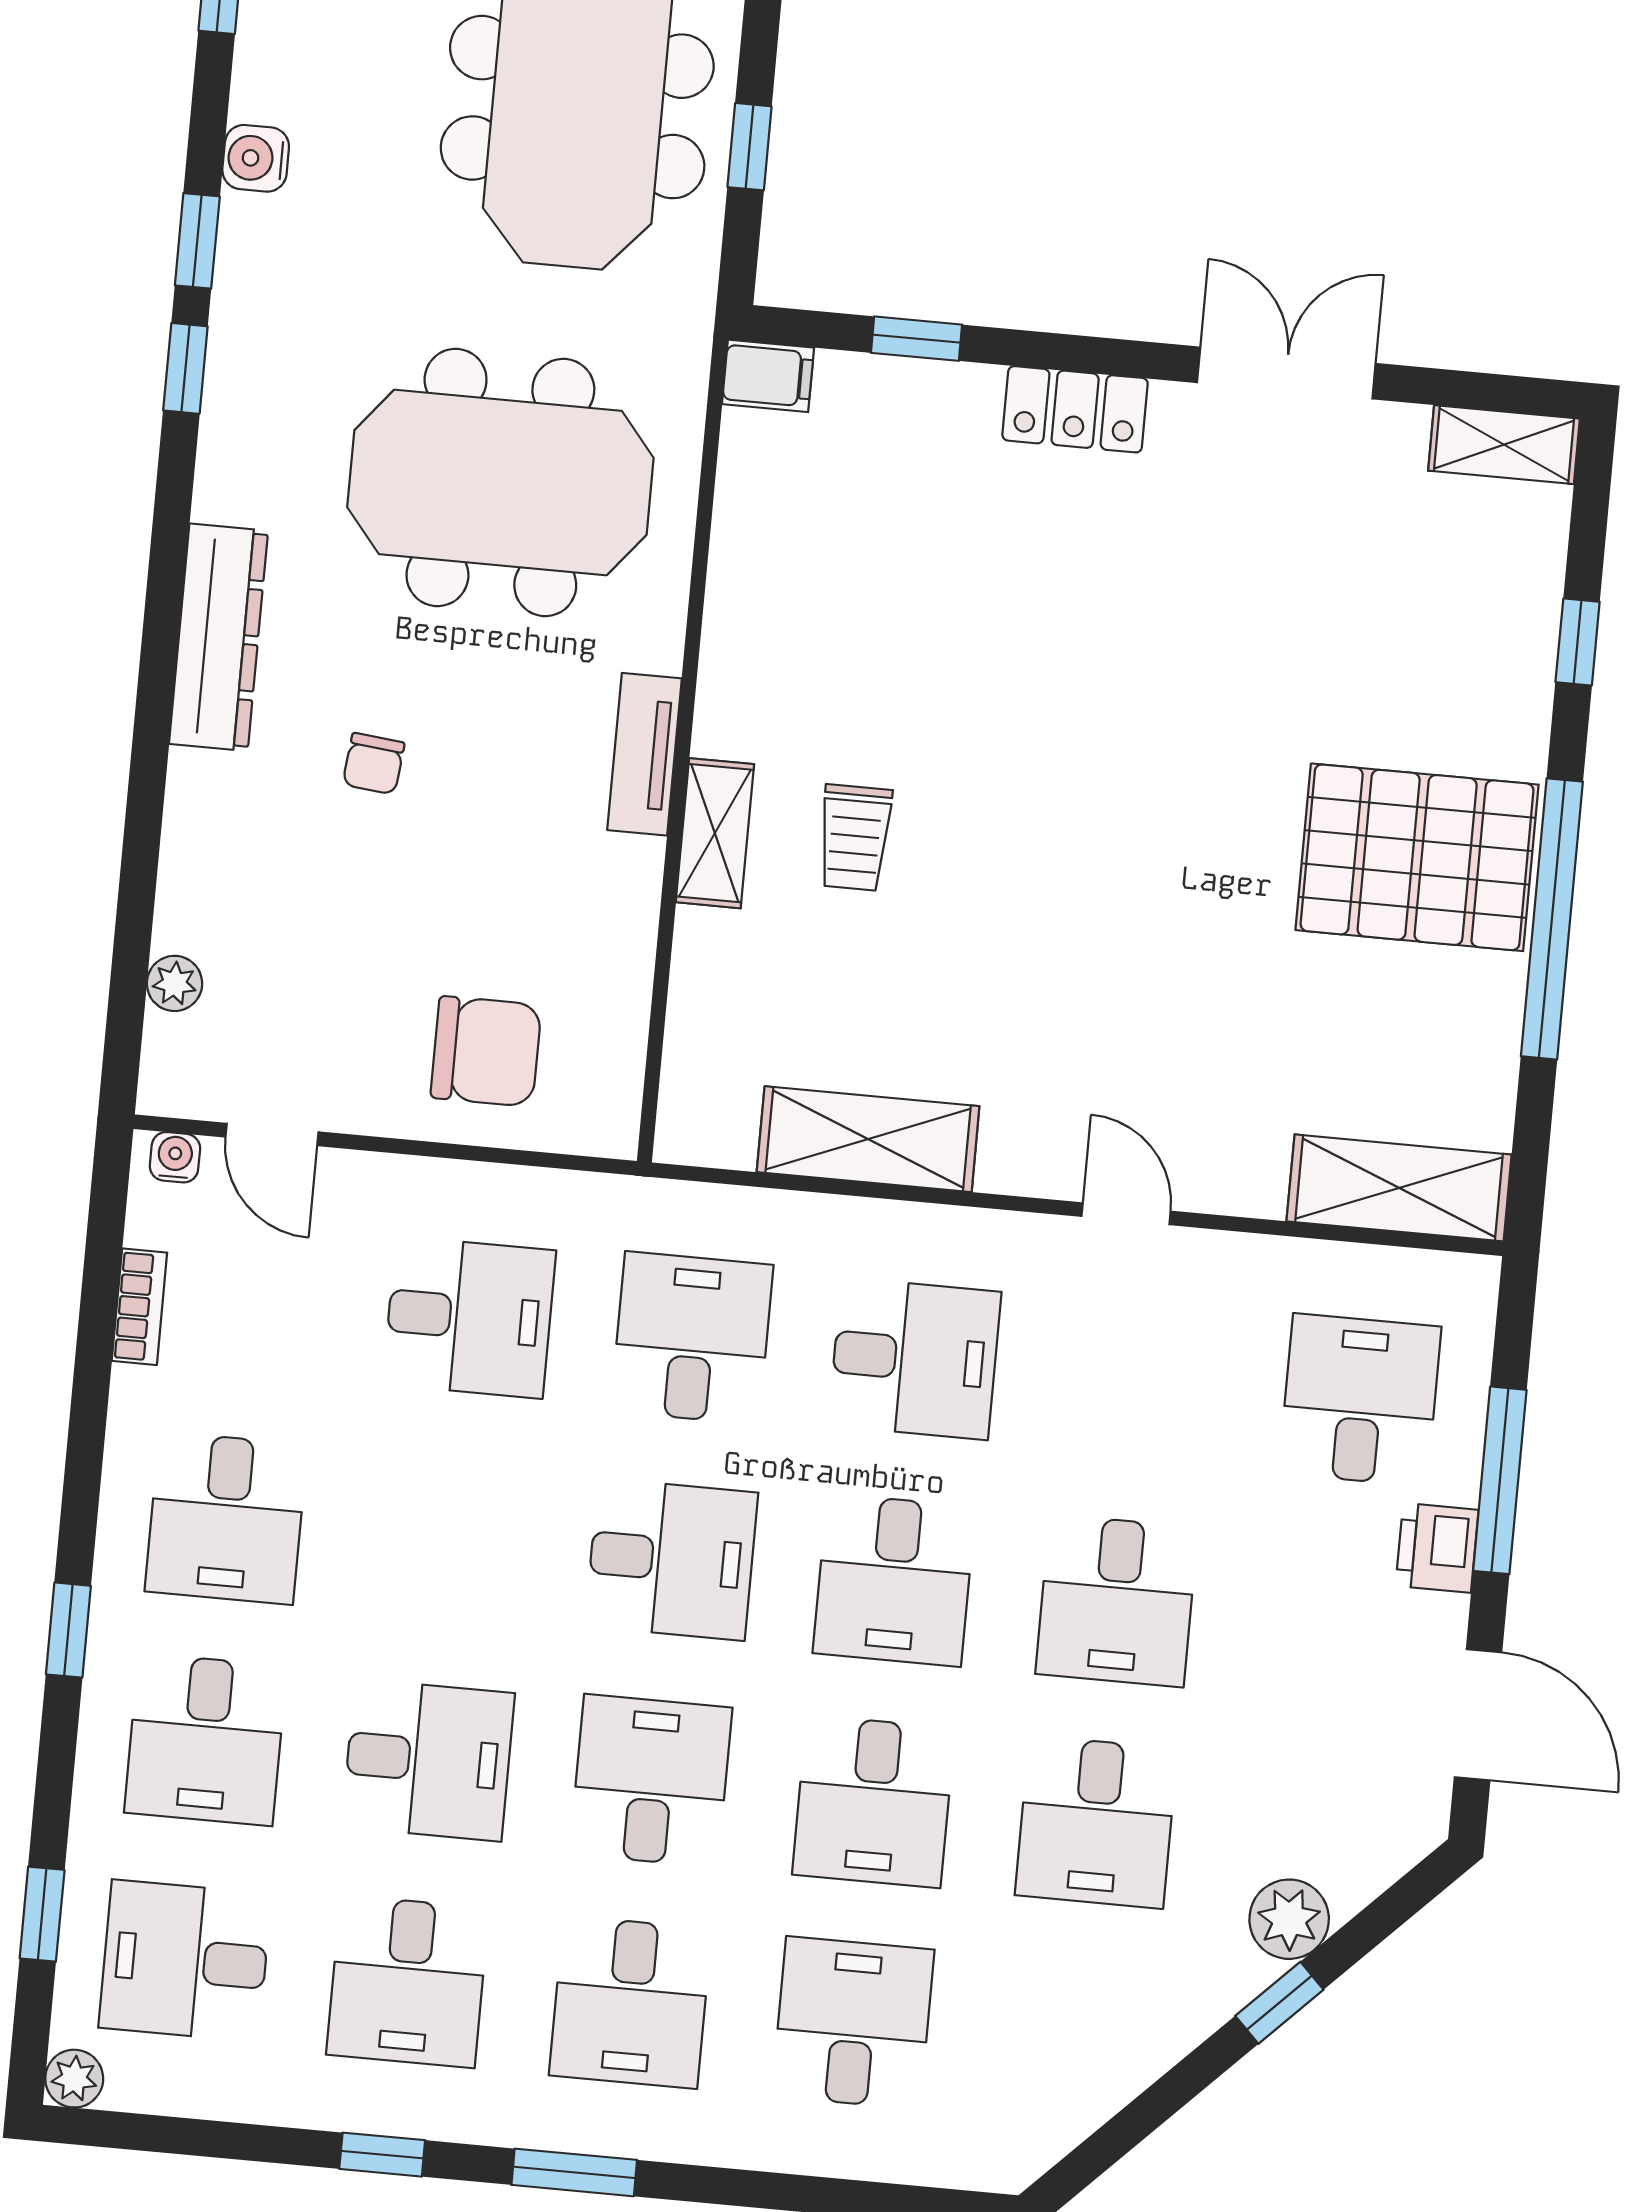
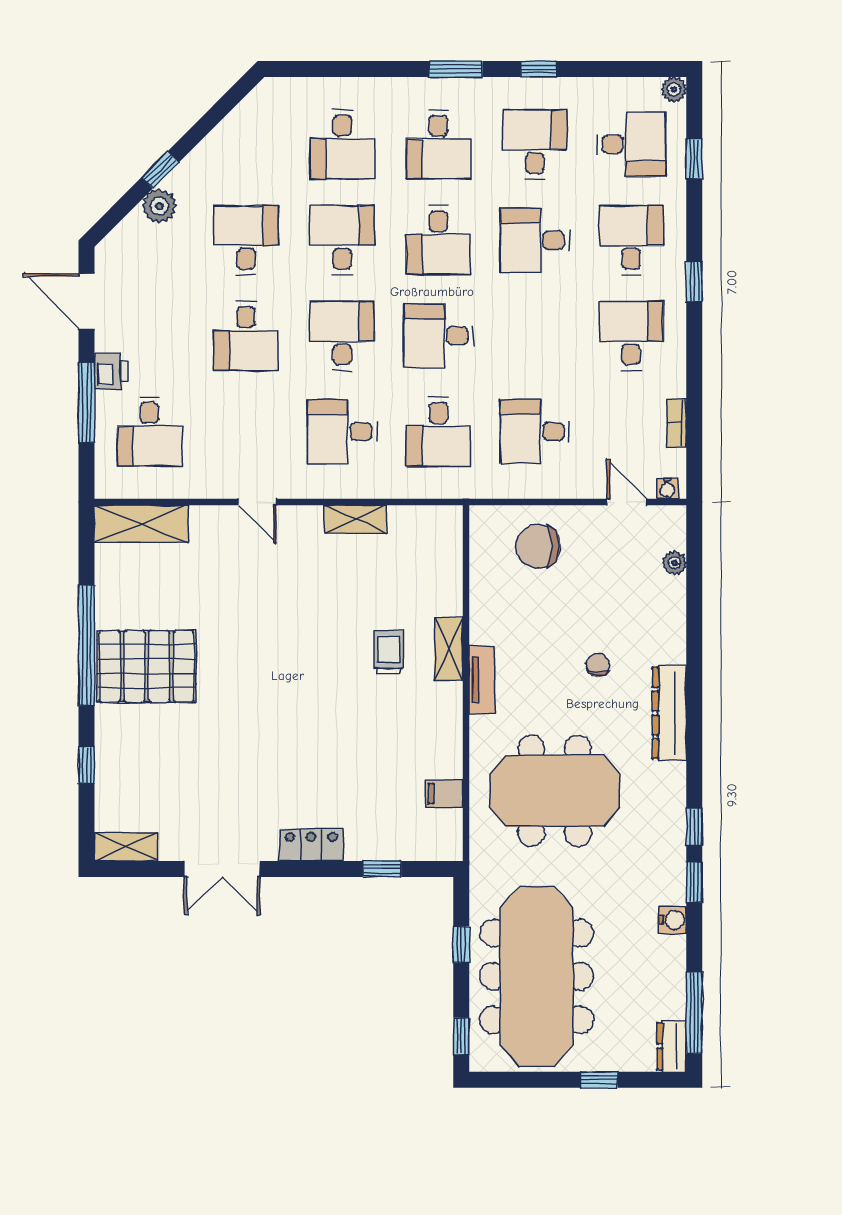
filing cabinet: (768, 376) -> (444, 794), moved
shelving: (868, 1139) -> (355, 519), width x0.67, depth x0.75
desk: (1117, 1601) -> (246, 336), turned 180
desk: (630, 2002) -> (438, 144), turned 180

